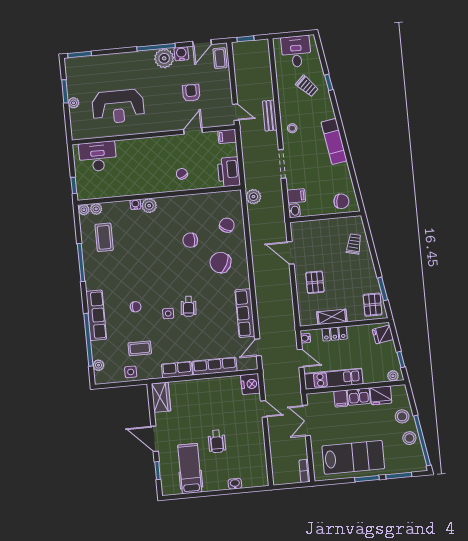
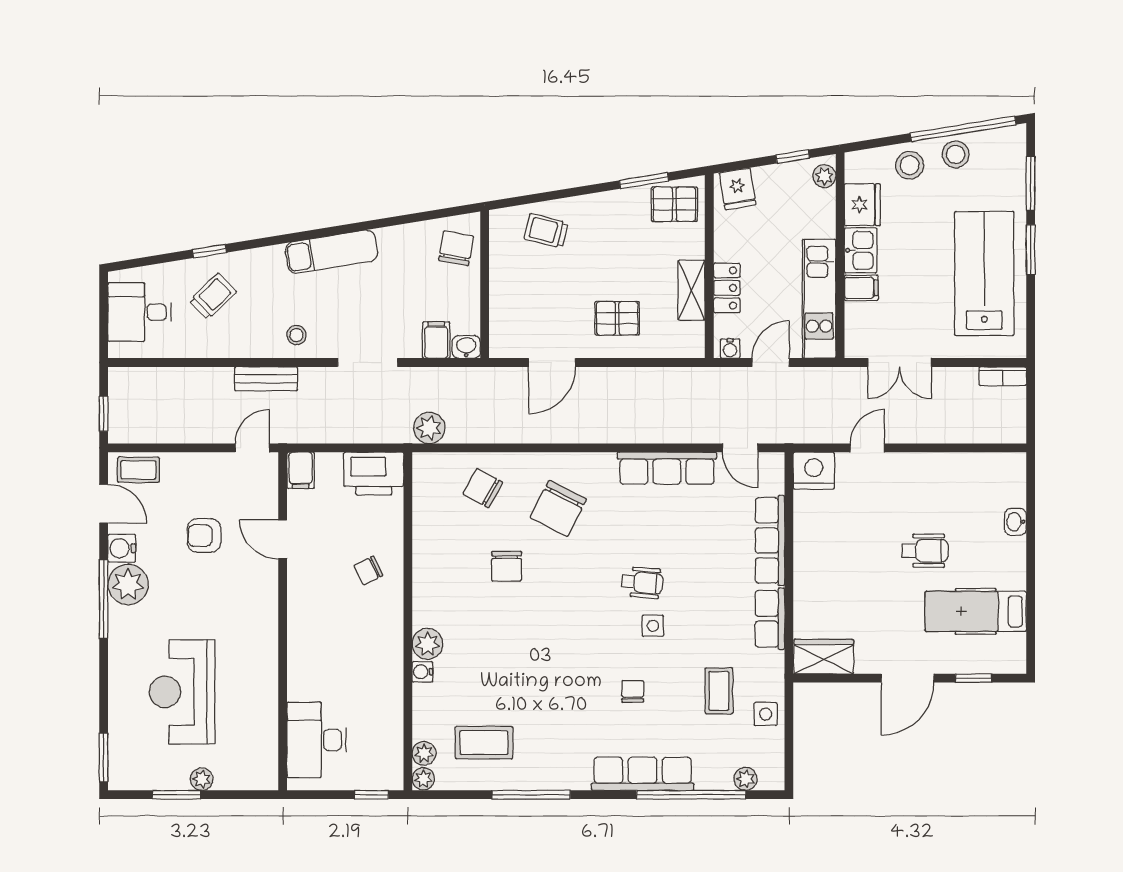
reception desk: (118, 107) -> (182, 692), moved, turned 180

